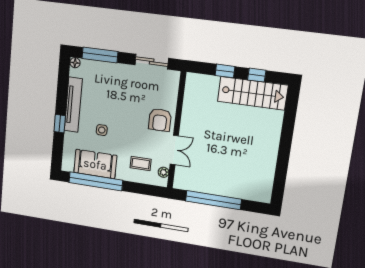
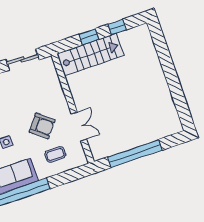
stairs: (252, 93) -> (90, 55), moved
armchair: (160, 120) -> (42, 126), moved, turned -51
plant: (164, 172) -> (79, 152), removed

